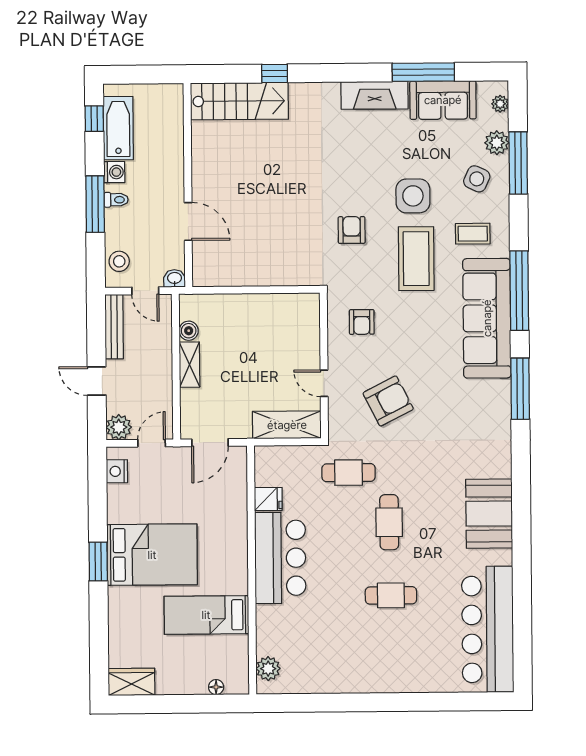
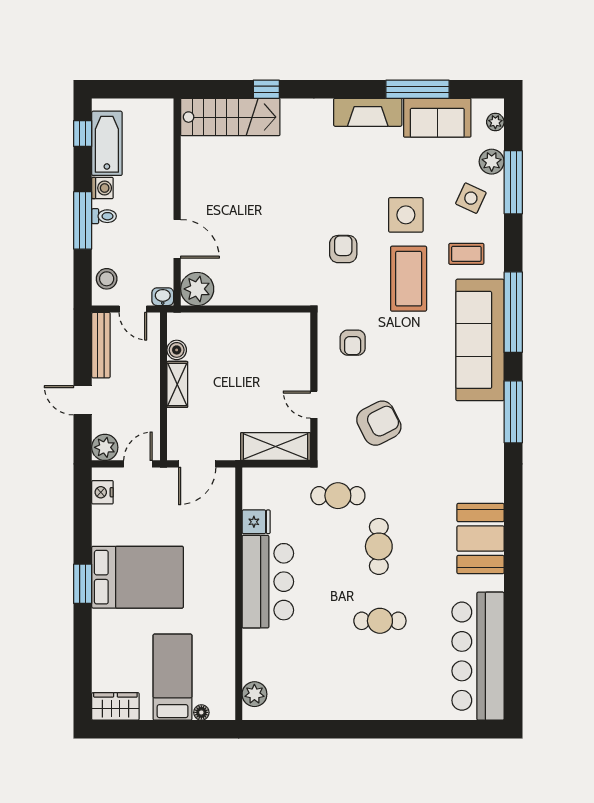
plant: (208, 271) -> (197, 289), added
bed: (206, 615) -> (173, 677), moved, turned 90

